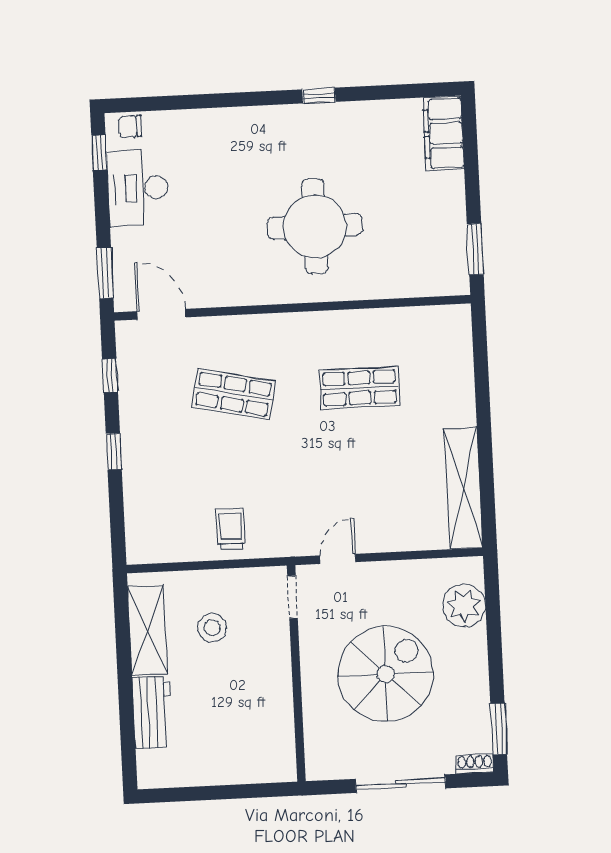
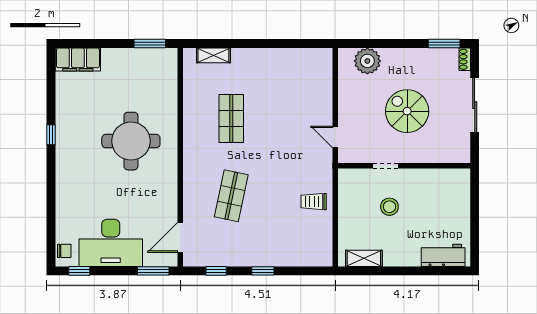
chair: (130, 126) -> (64, 251), turned -90
desk: (138, 188) -> (111, 243), width x1.36, depth x1.30
shelving: (463, 488) -> (213, 55), moved, width x0.45, depth x0.75
doorway: (293, 597) -> (386, 166), moved
stool: (212, 628) -> (389, 207), moved
shelving: (147, 630) -> (364, 258), width x0.67, depth x0.75
spiral stairs: (386, 674) -> (407, 111), width x0.73, depth x0.73
workbench: (152, 712) -> (443, 255), moved

